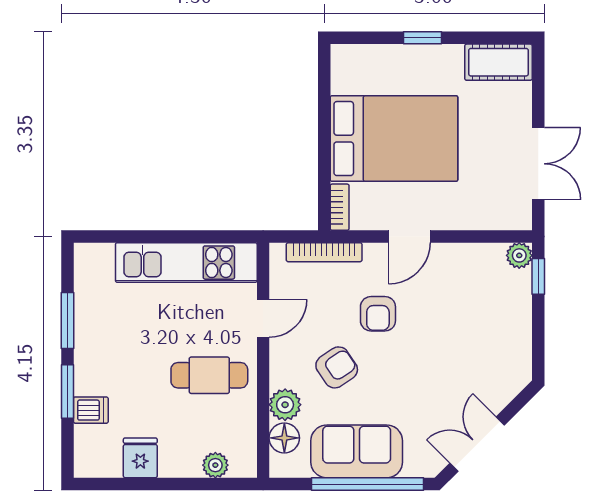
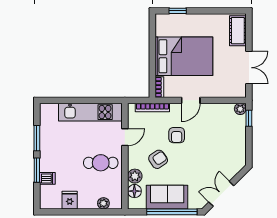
window: (423, 38) -> (178, 11), moved
cot: (498, 62) -> (238, 31), moved, turned 90

